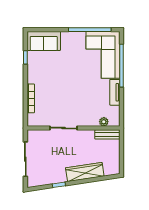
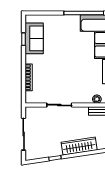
sofa: (44, 41) -> (34, 38), moved, turned -90

